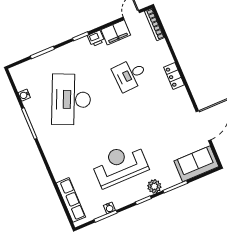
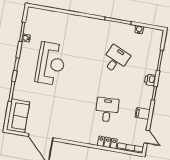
filing cabinet: (116, 32) -> (143, 114), width x0.50
printer: (96, 38) -> (150, 80), moved
locker: (174, 76) -> (107, 142), moved
desk: (71, 99) -> (116, 59), width x0.53, depth x0.77
plant: (154, 186) -> (21, 78), removed
row of seats: (71, 200) -> (48, 16), removed

